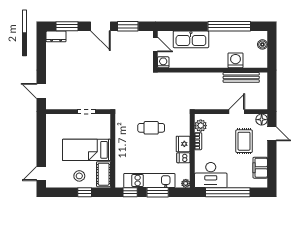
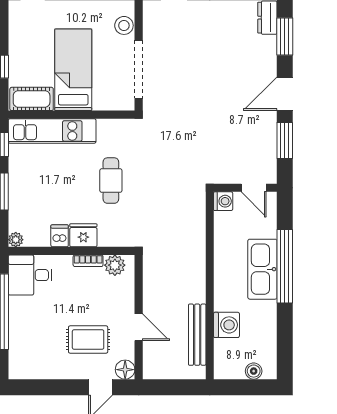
window: (229, 26) -> (285, 266), moved
kitchen sink: (191, 39) -> (262, 269), moved
door: (155, 44) -> (254, 188), hinge flipped
doorway: (86, 112) -> (139, 69), width x1.88
filing cabinet: (260, 168) -> (43, 367), removed
desk: (211, 175) -> (30, 275), width x0.73
stool: (79, 176) -> (124, 25), moved
kitchen unit: (149, 181) -> (52, 131), moved, turned 90

